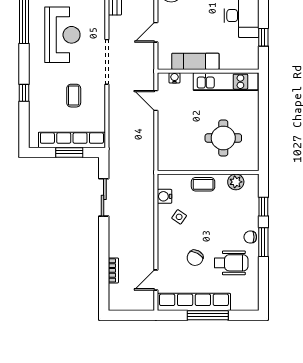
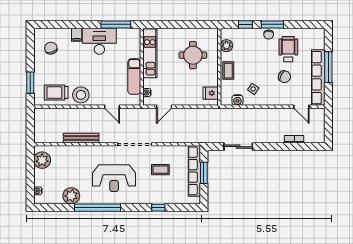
reception desk: (62, 35) -> (114, 178), turned 180
window: (263, 37) -> (116, 24), width x2.17
fridge: (174, 161) -> (211, 93), added

